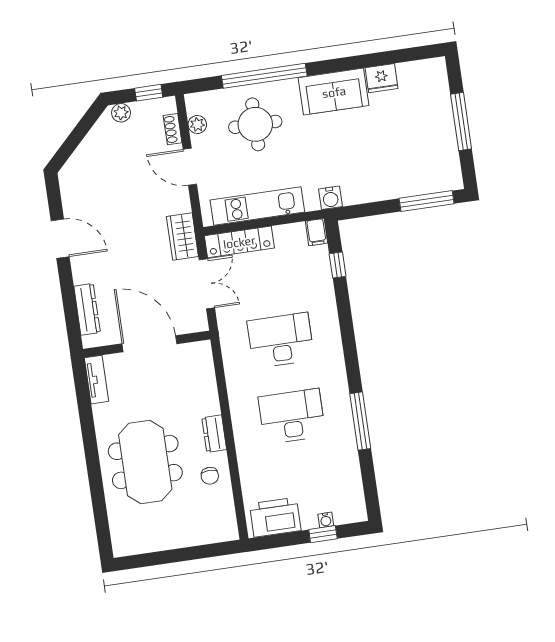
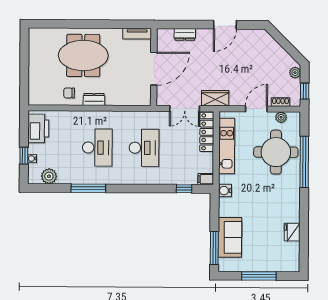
sofa: (334, 92) -> (230, 237), moved, turned 180
round table: (255, 124) -> (276, 152), width x1.36, depth x1.36
dresser: (87, 309) -> (185, 34), width x0.70
plant: (350, 488) -> (49, 176), added

